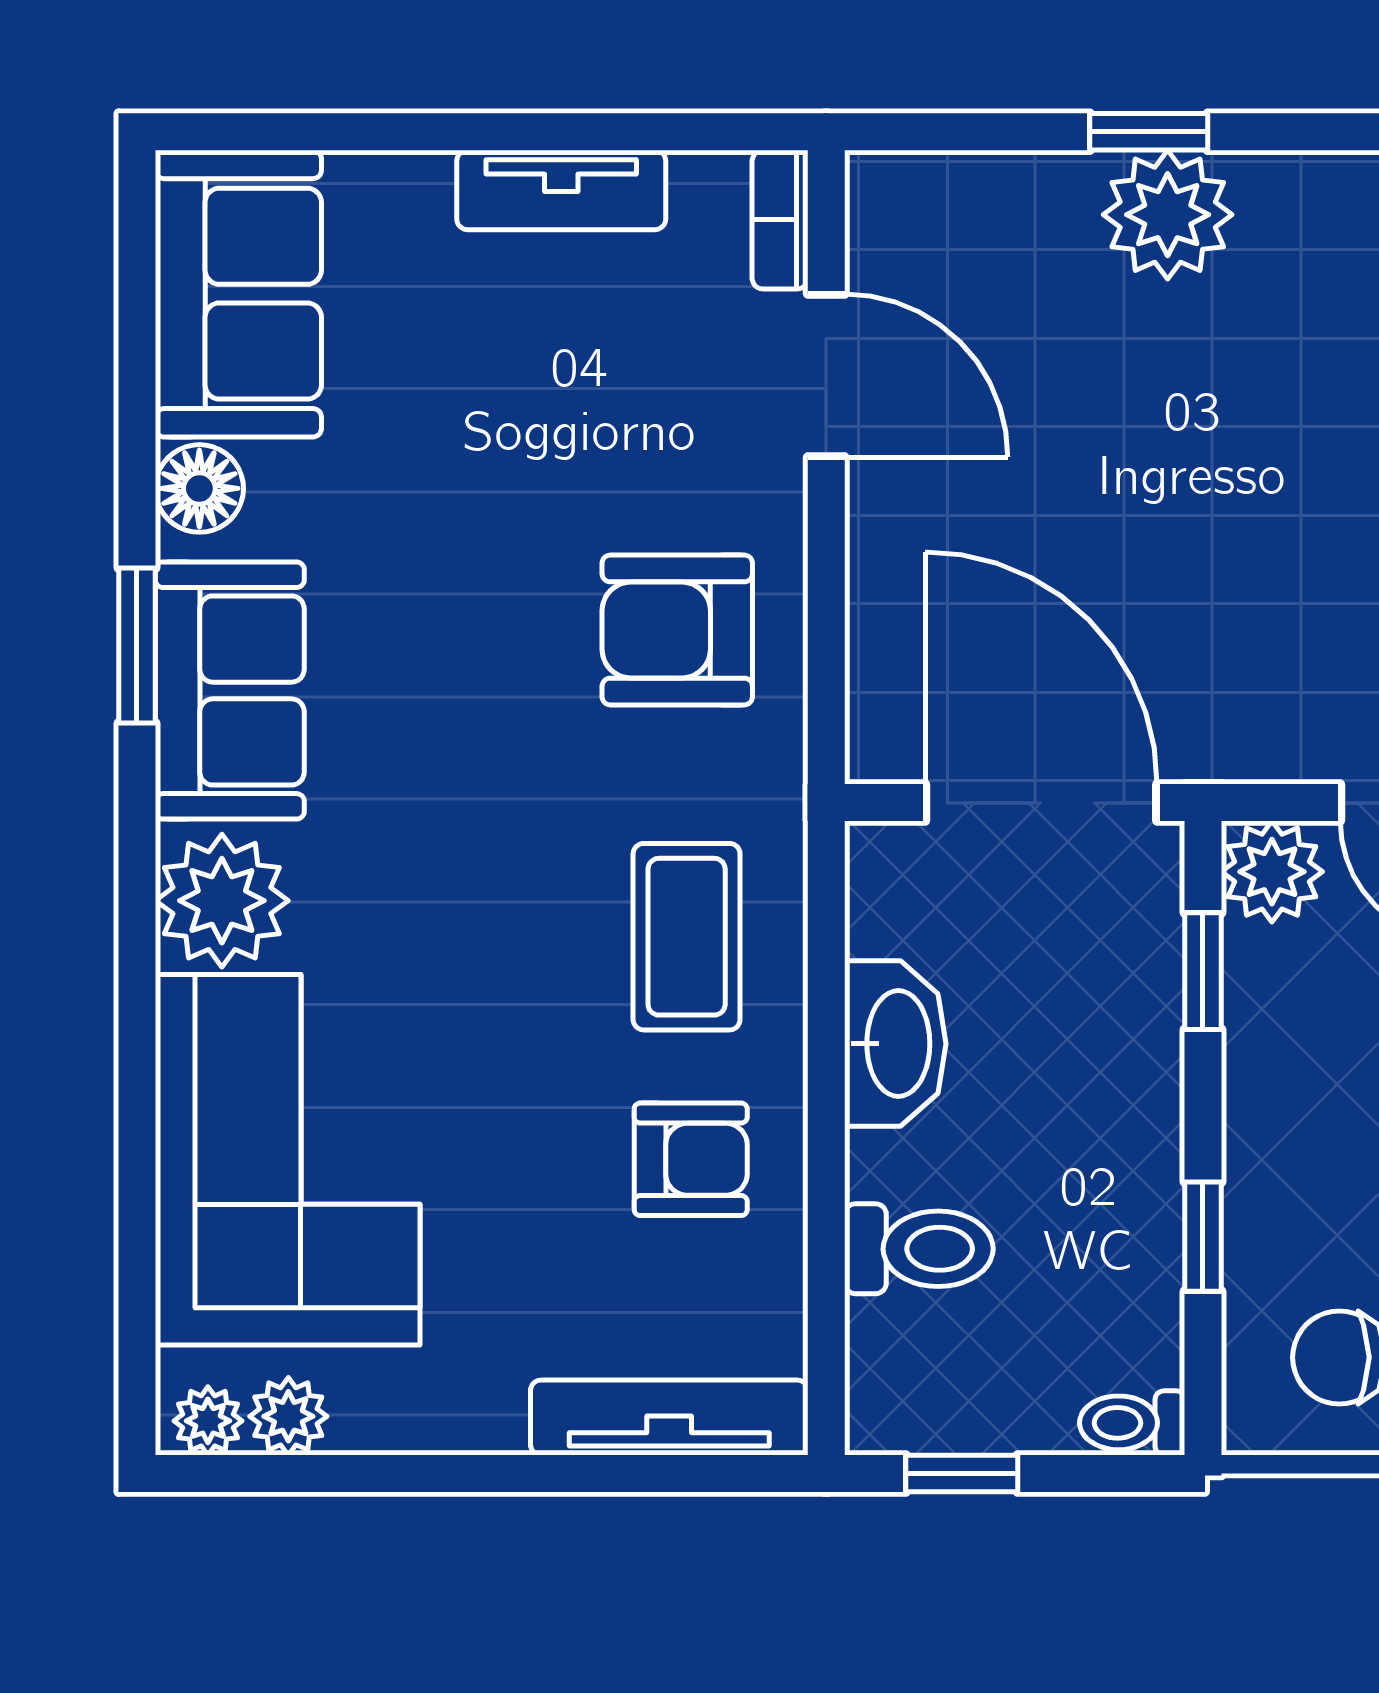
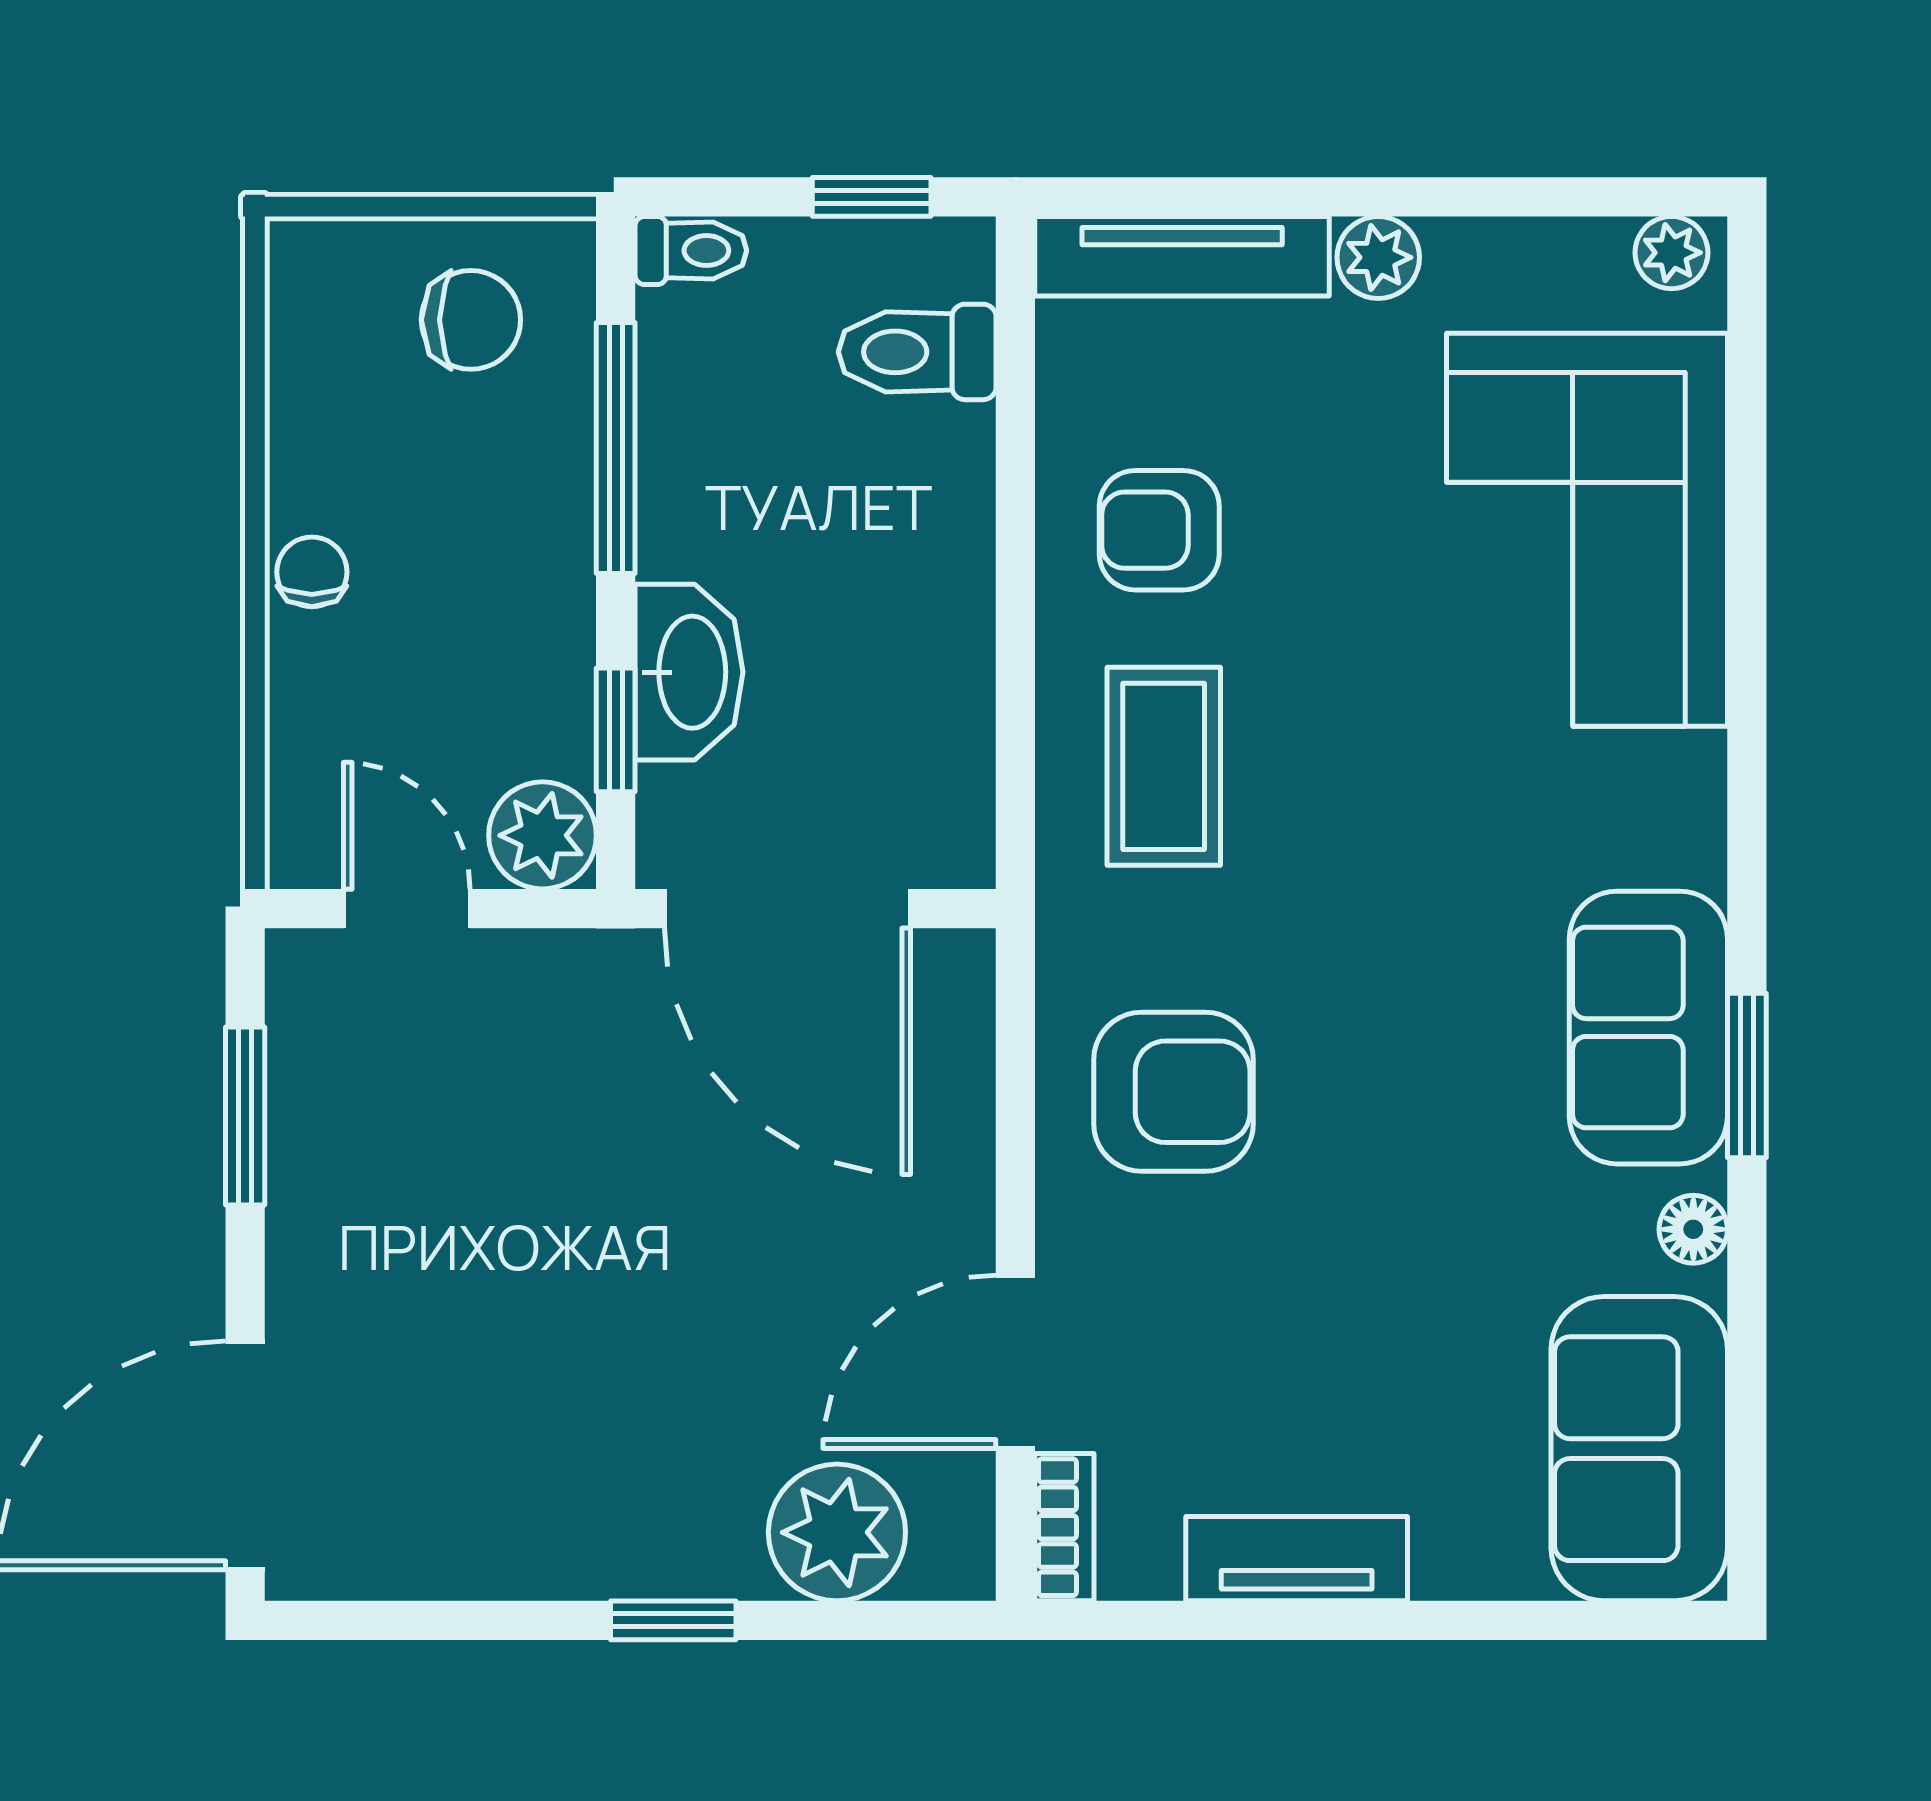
plant: (1168, 215) -> (837, 1532), moved
door: (826, 375) -> (1015, 1362), hinge flipped
floor lamp: (199, 488) -> (1693, 1229), width x0.73, depth x0.73
plant: (222, 901) -> (1657, 805), removed
washbasin: (895, 1044) -> (689, 672), moved, turned 180
window: (1203, 1237) -> (616, 448), width x2.17
toilet: (919, 1249) -> (917, 352), moved
plant: (288, 1416) -> (1378, 257), moved

